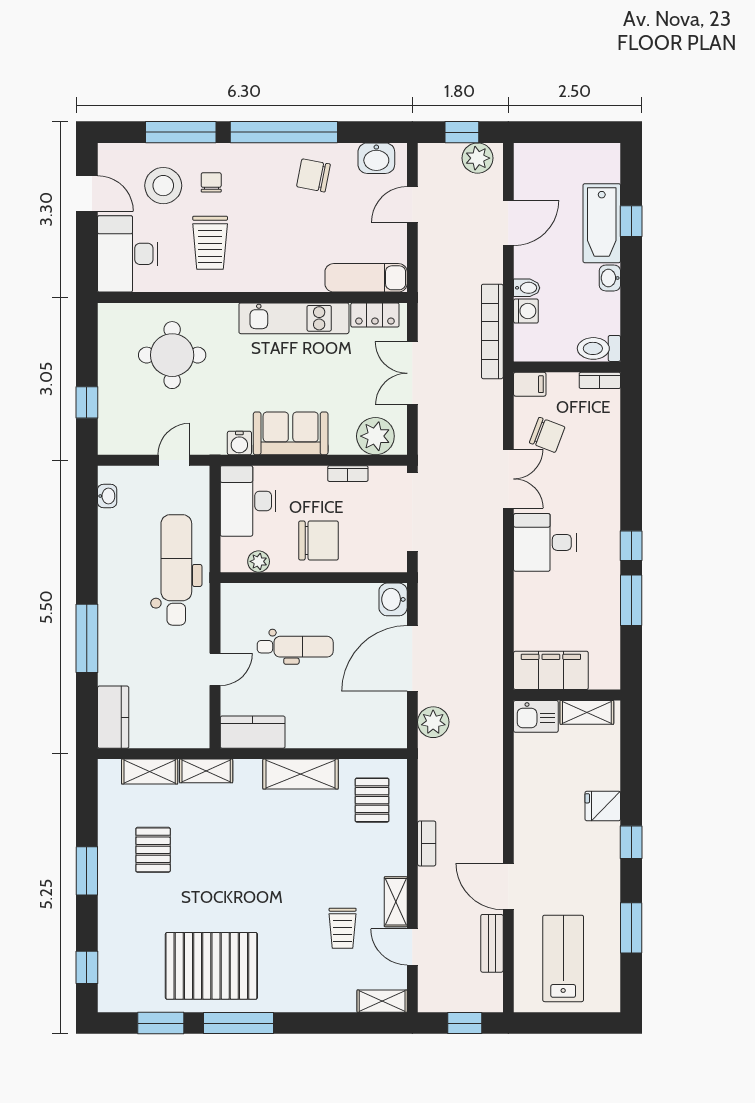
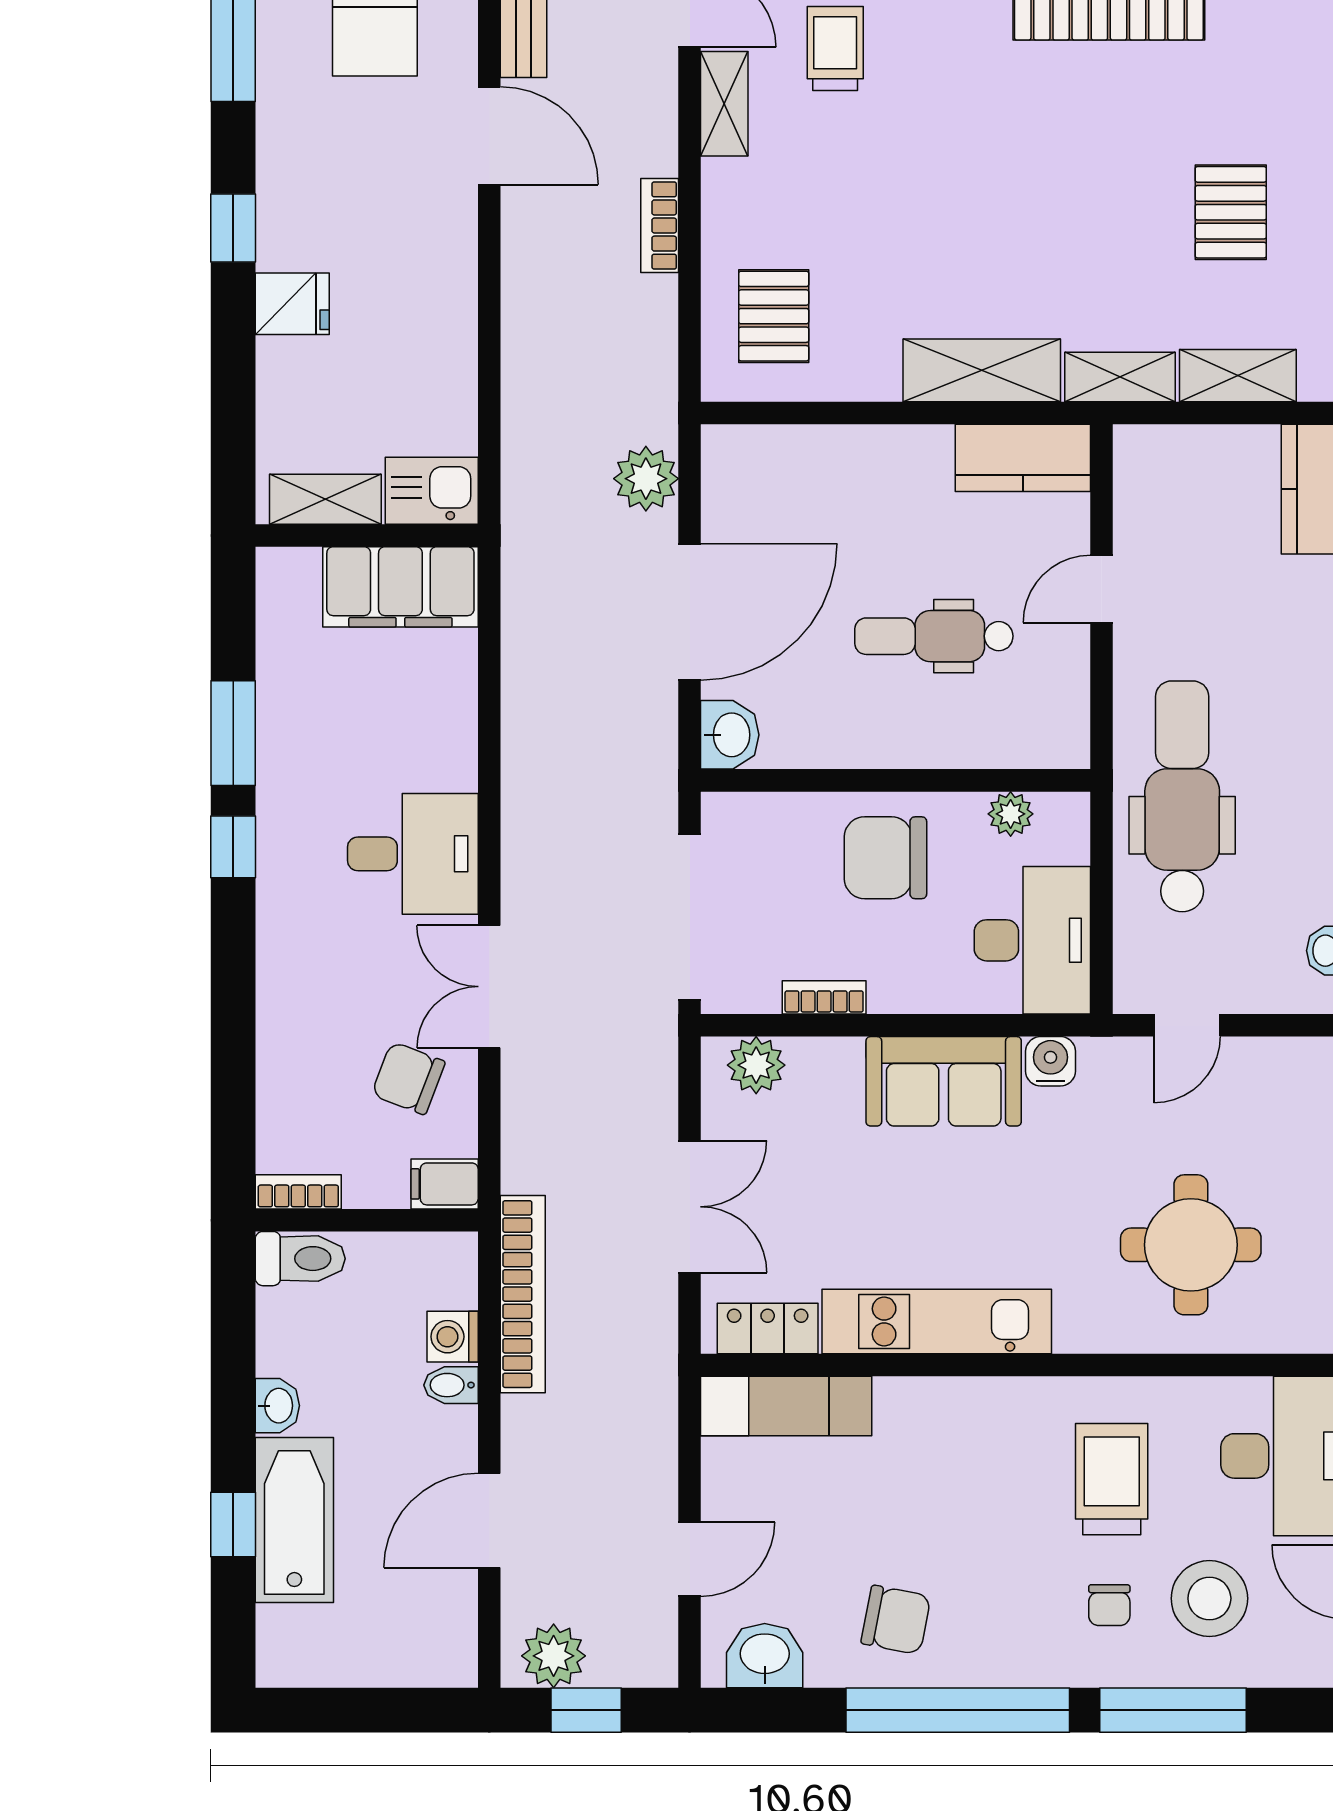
plant: (375, 436) -> (756, 1065), width x0.73, depth x0.73
dental chair: (176, 570) -> (1182, 796), turned 180
shelving: (301, 774) -> (982, 370), moved

